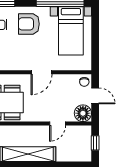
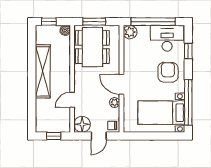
plant: (60, 79) -> (115, 103), added
door: (58, 124) -> (72, 100), hinge flipped

